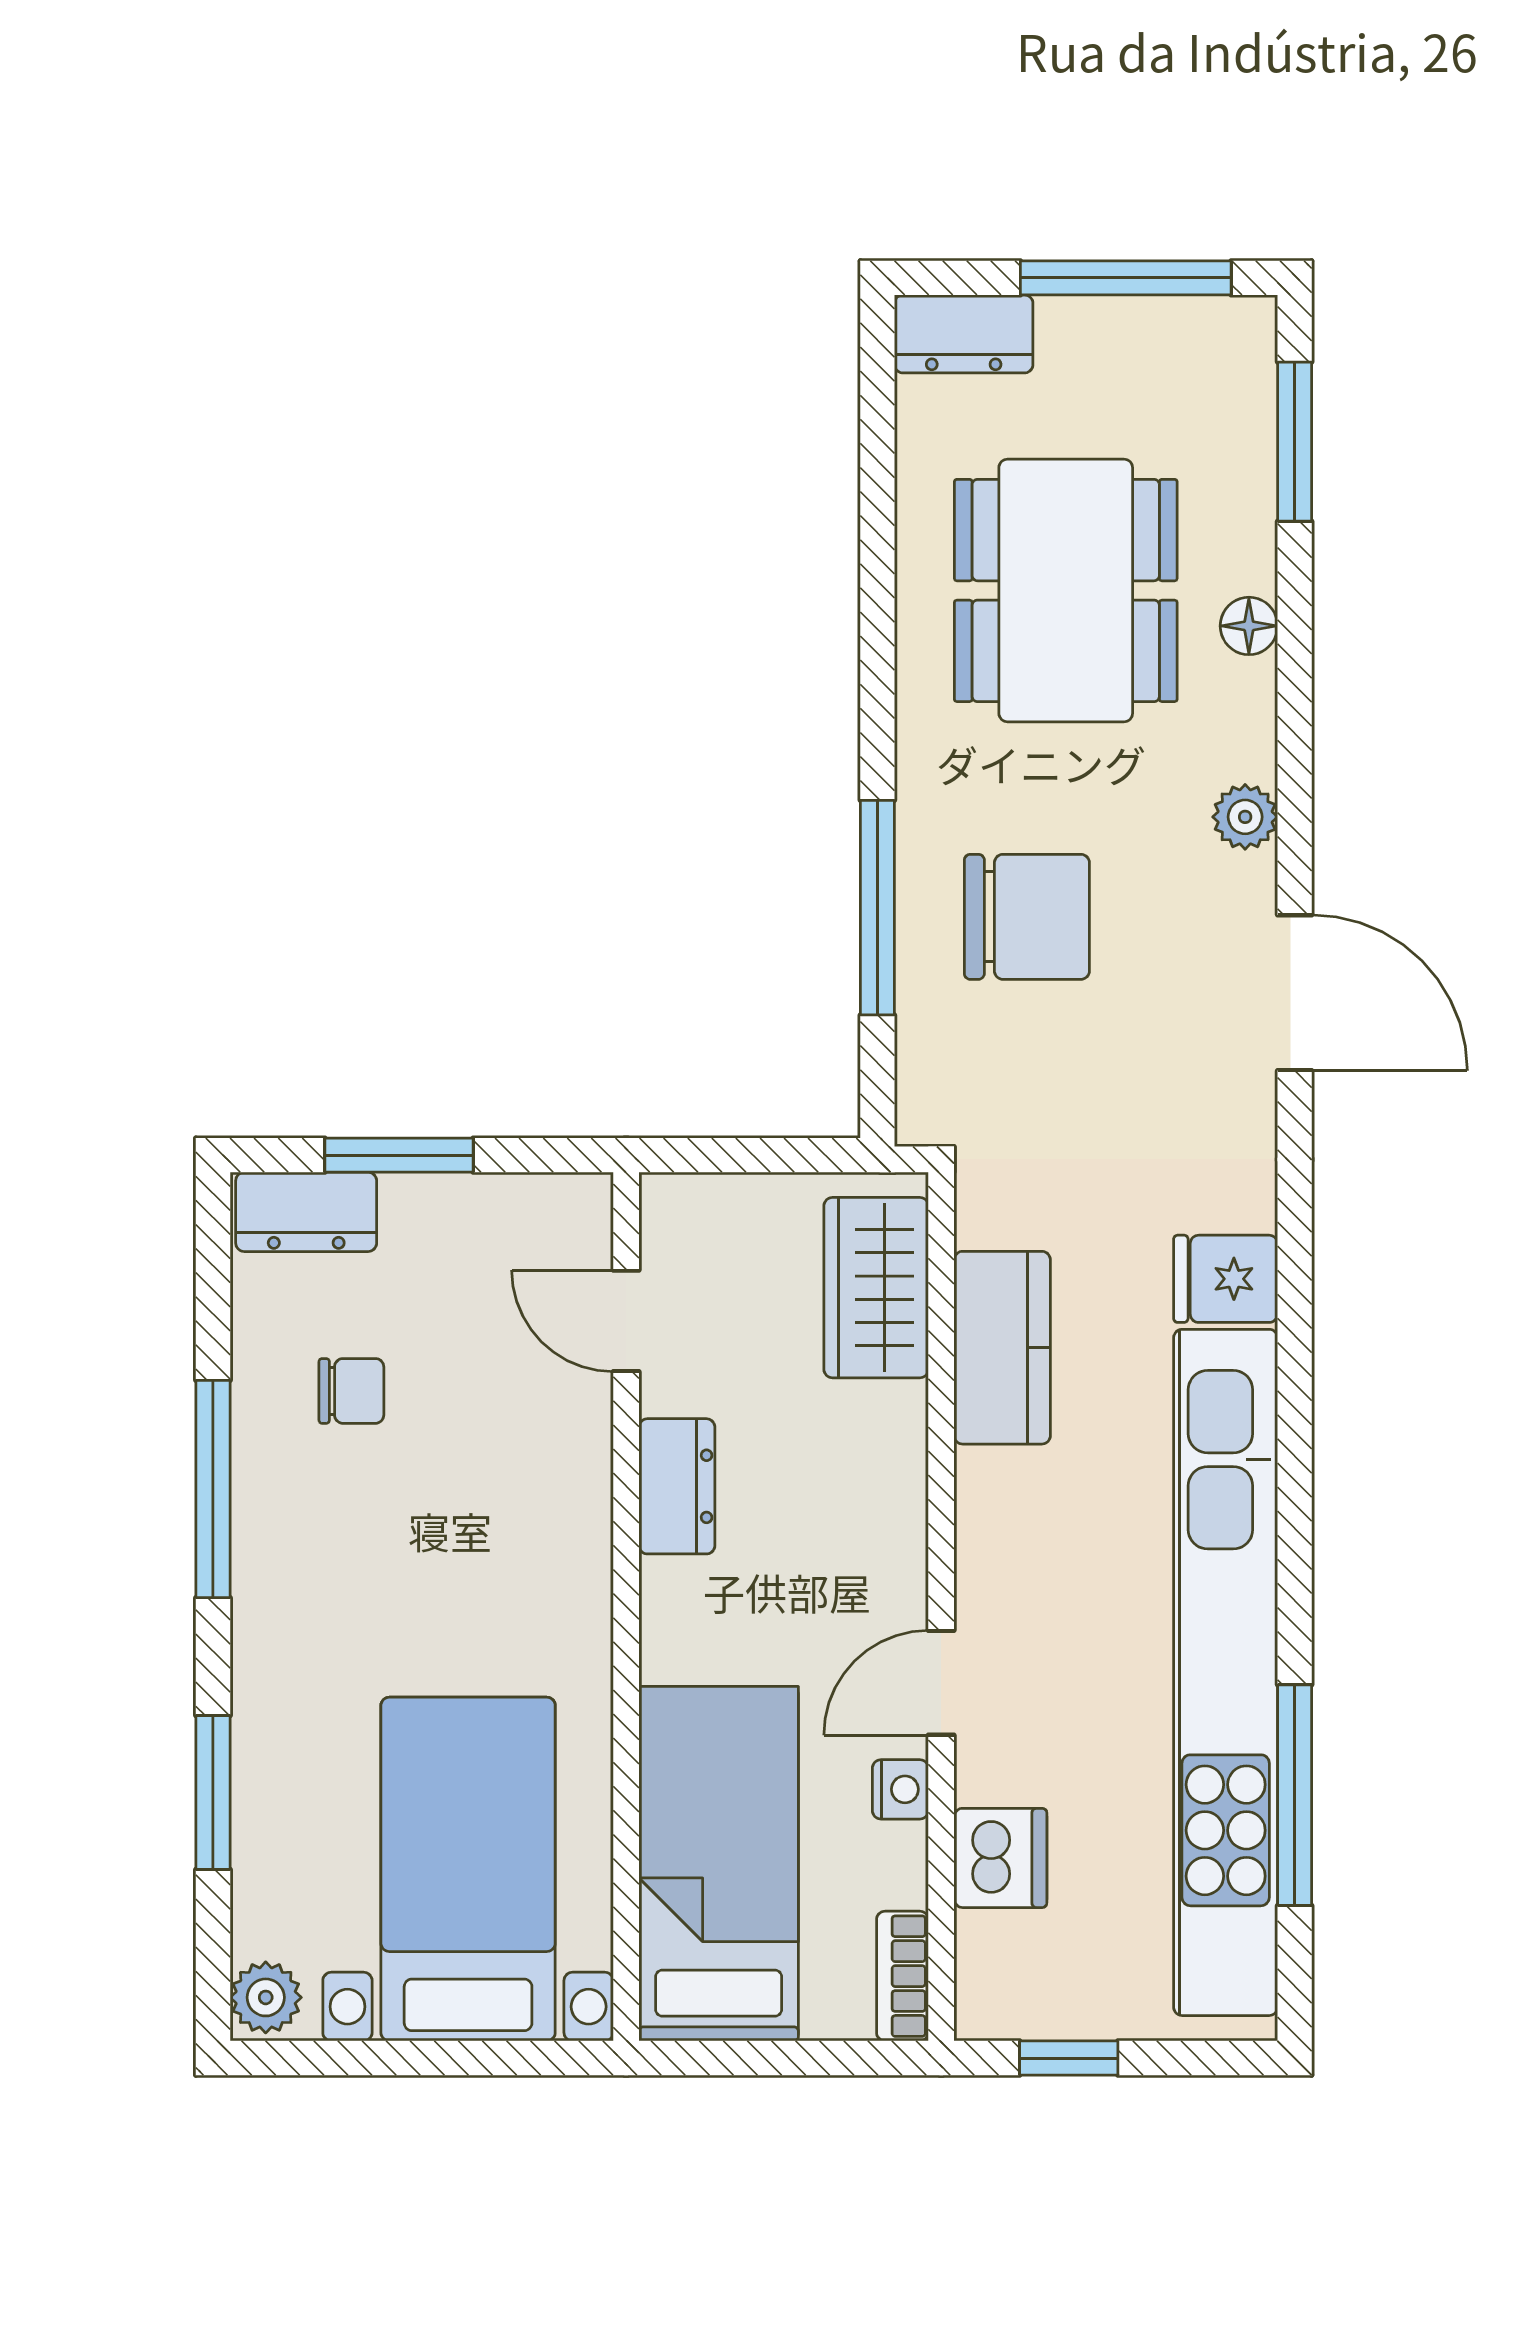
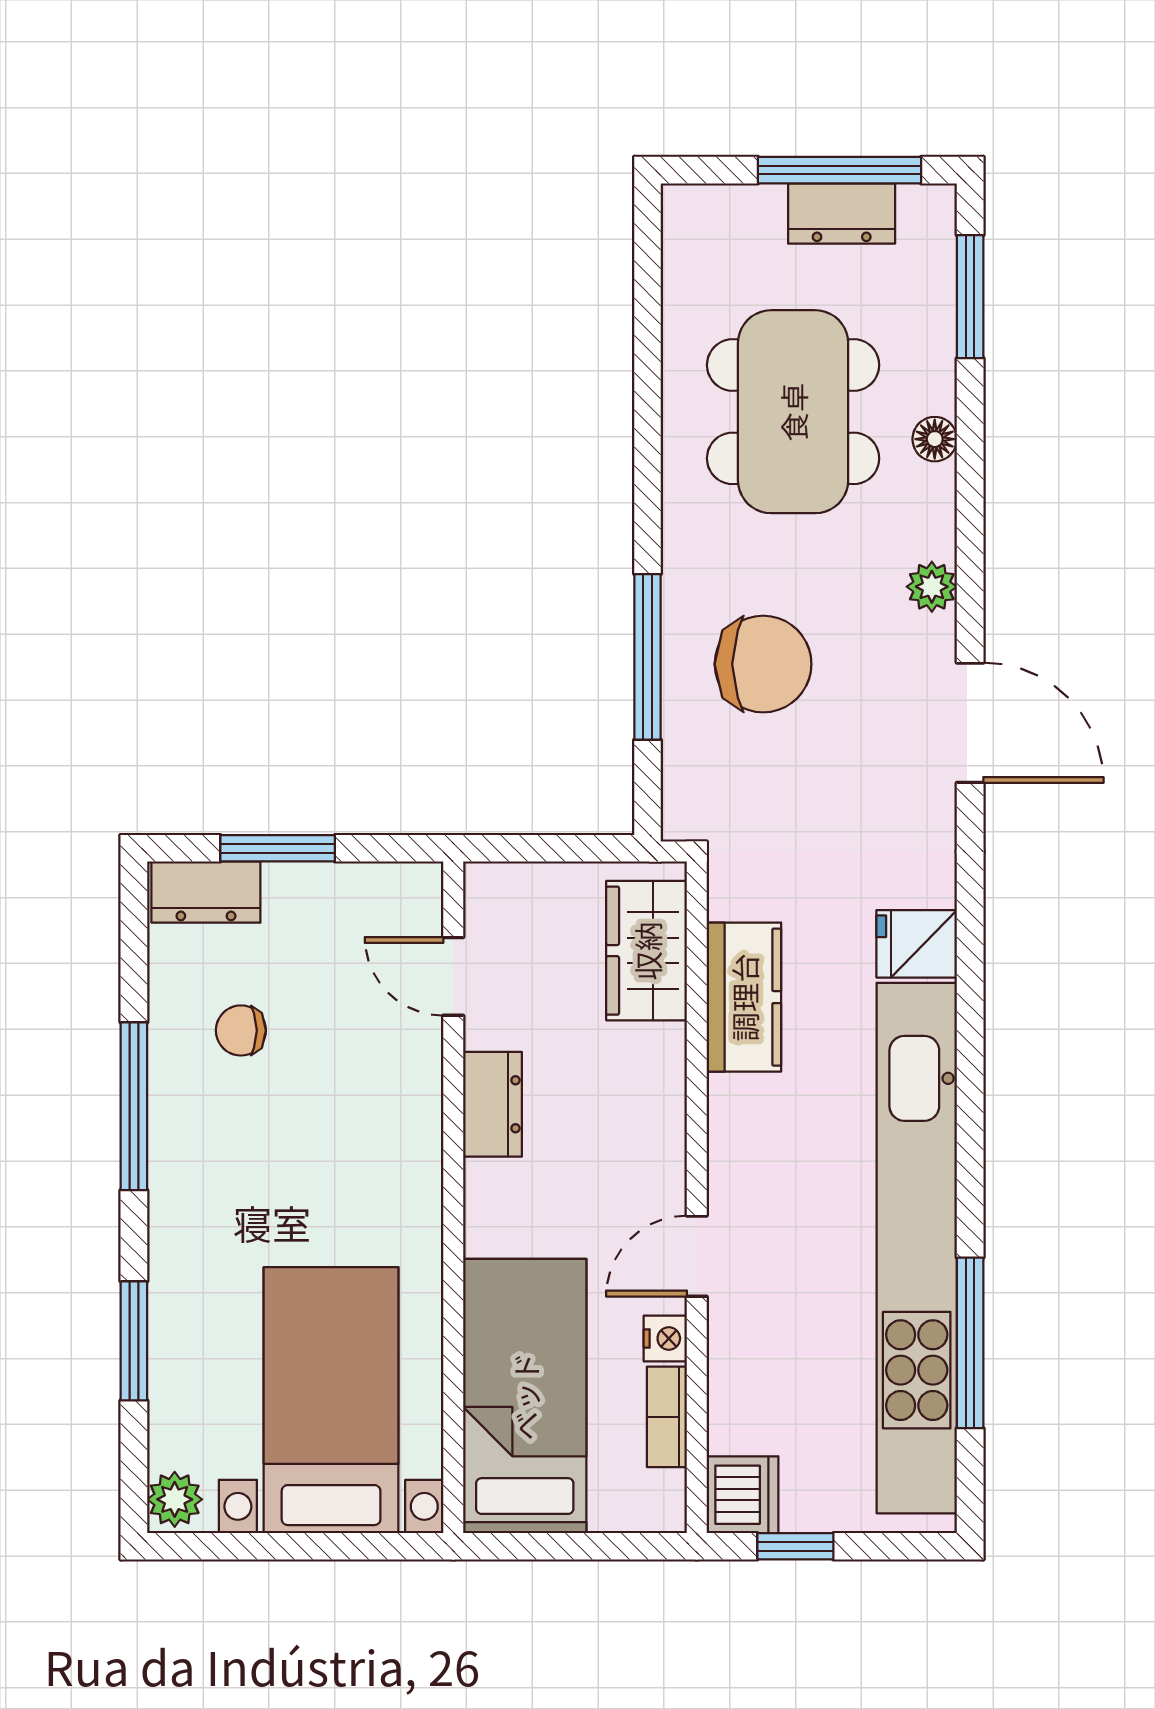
dresser: (964, 334) -> (842, 213), moved
chair: (351, 1391) -> (241, 1030), turned 180
dishwasher: (1000, 1858) -> (743, 1495), moved
bookcase: (902, 1976) -> (667, 1417), moved

